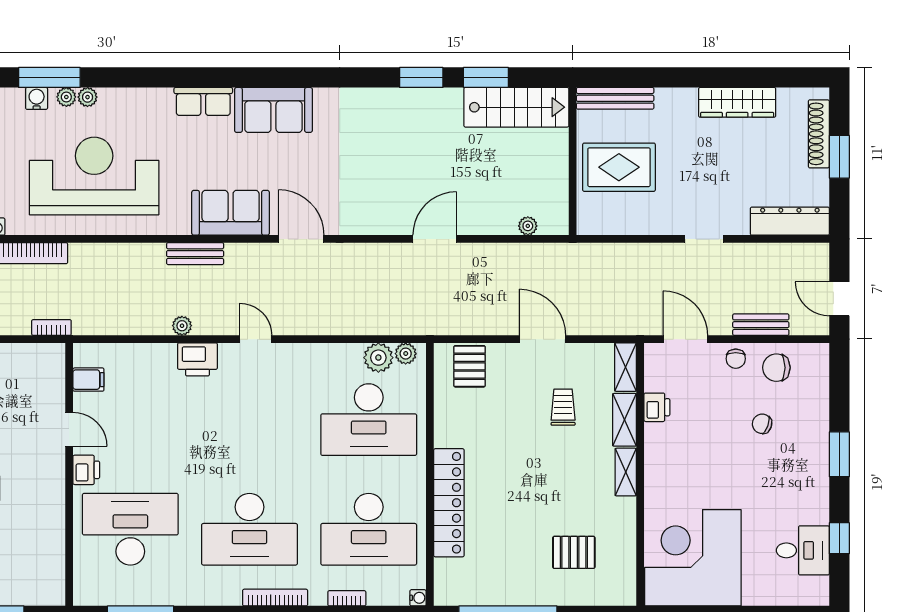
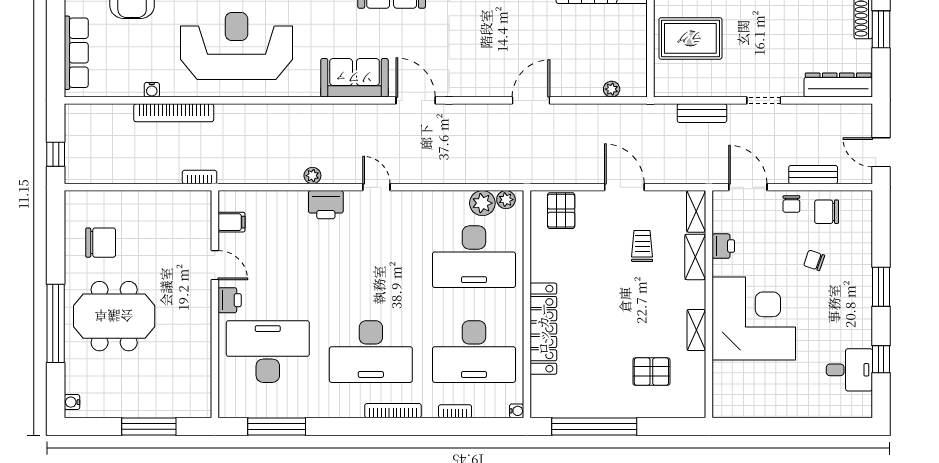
bench: (195, 254) -> (702, 113), moved
shelving: (626, 472) -> (696, 330), moved
corner desk: (693, 558) -> (754, 318), moved, turned 90

